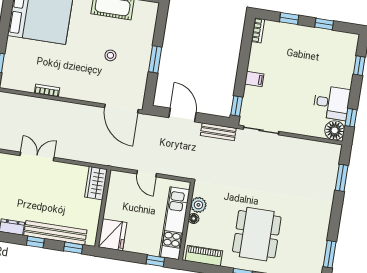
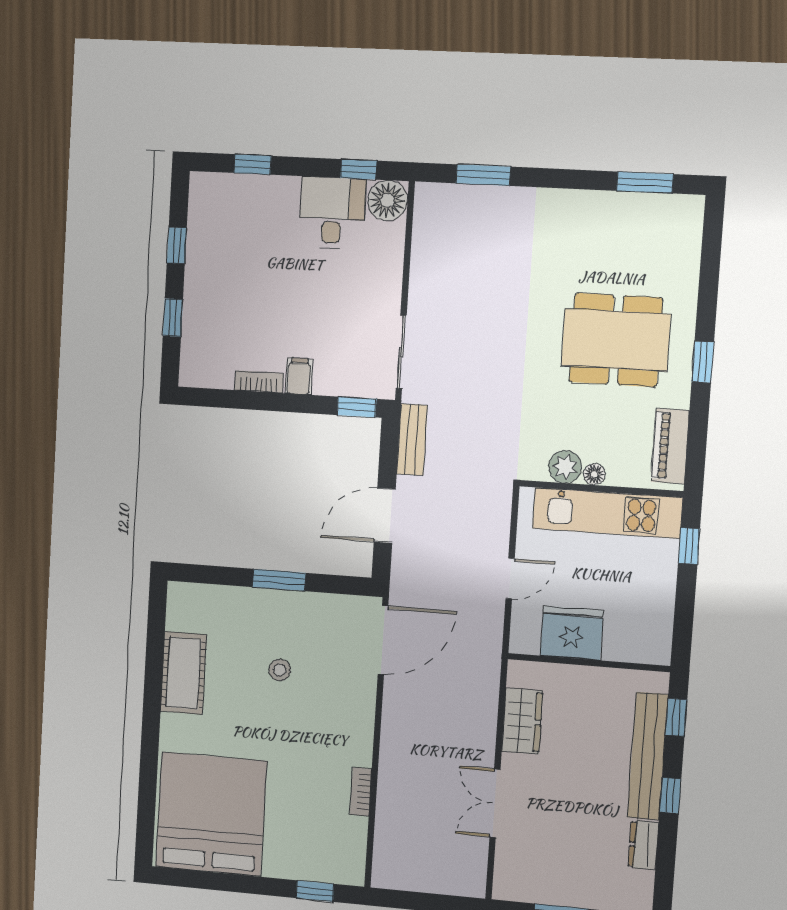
bookcase: (258, 30) -> (259, 382), moved
wardrobe: (96, 183) -> (522, 721), moved, turned -90
fridge: (113, 235) -> (572, 633), moved

